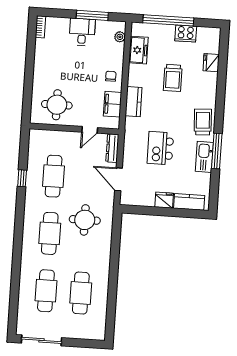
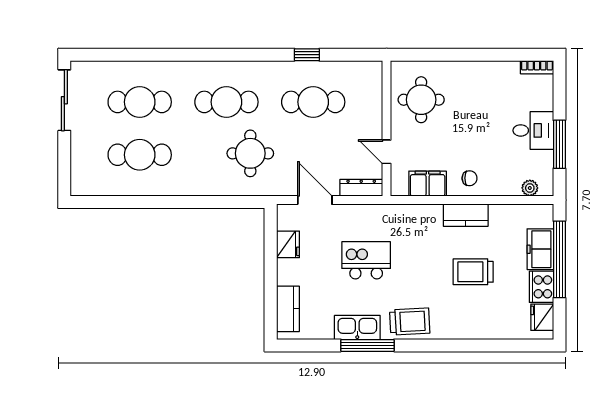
freezer: (138, 50) -> (540, 249), moved, turned 90
fridge: (211, 63) -> (542, 317), moved, turned -90
kitchen counter: (134, 102) -> (466, 215), moved
door: (118, 179) -> (315, 200), hinge flipped
fridge: (164, 200) -> (288, 244), moved

